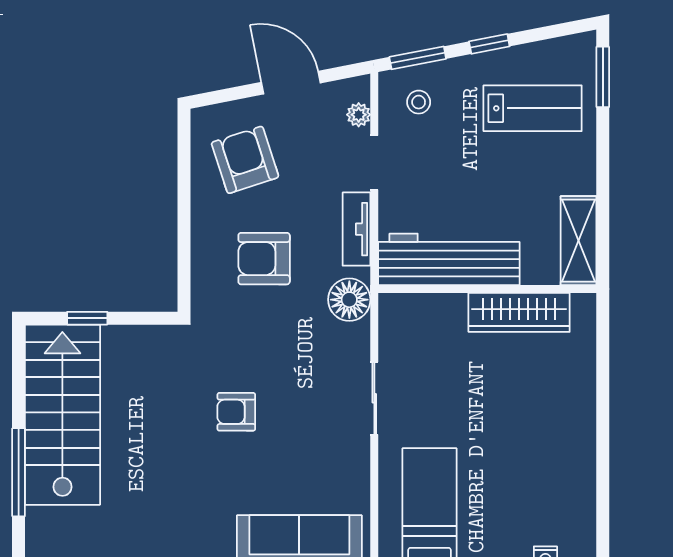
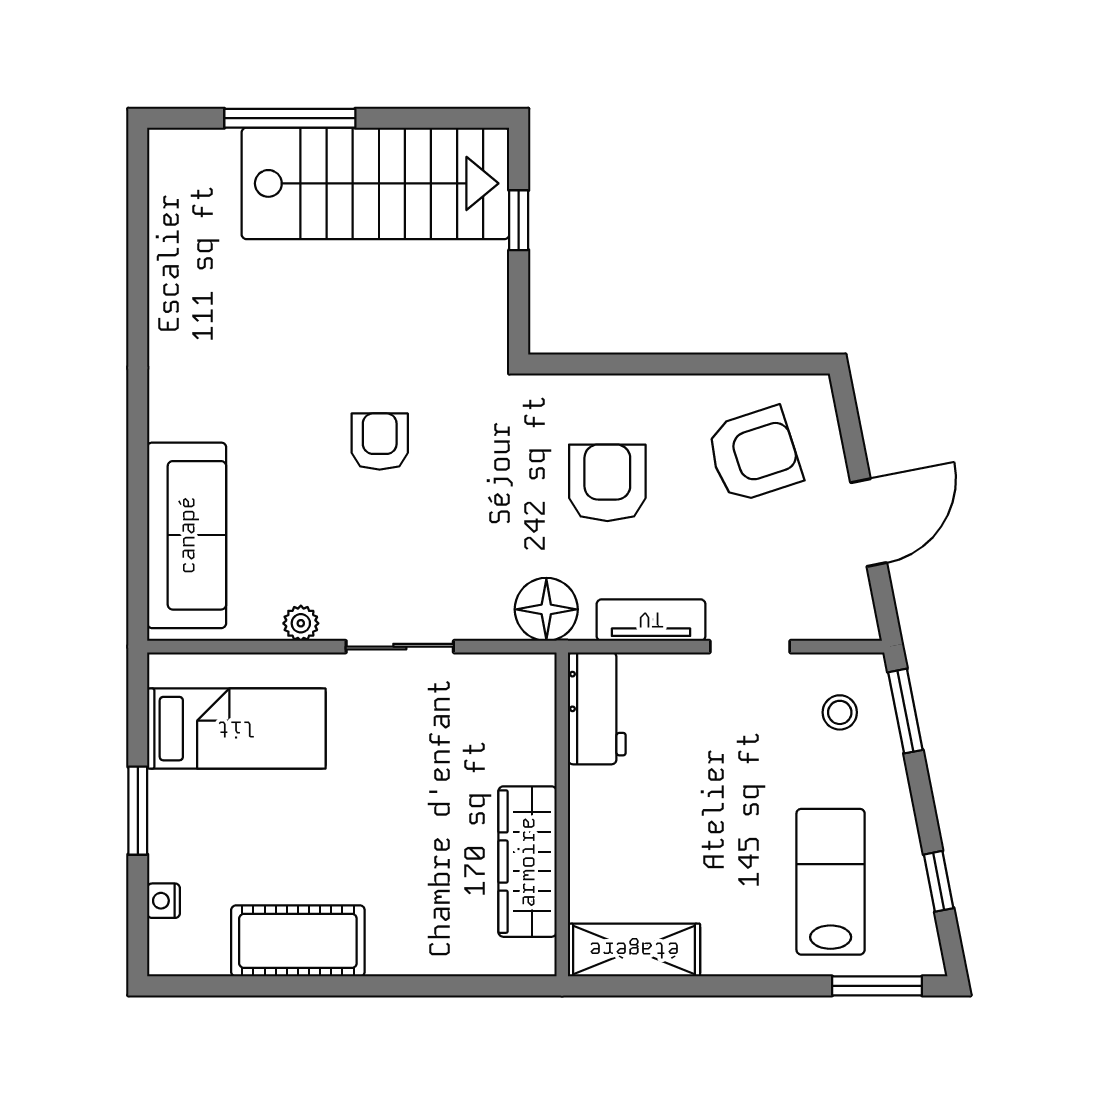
window: (489, 44) -> (939, 881), moved
lab bench: (533, 108) -> (831, 882), turned 180
plant: (359, 115) -> (301, 623), moved
workbench: (449, 259) -> (597, 708), width x0.53, depth x0.76
cot: (572, 467) -> (298, 941), added

